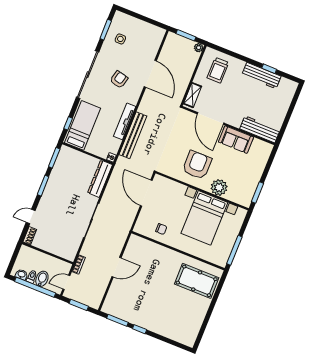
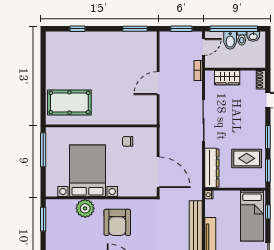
rug: (68, 175) -> (247, 158), added
wardrobe: (57, 249) -> (227, 78), added
window: (140, 329) -> (78, 29), moved

